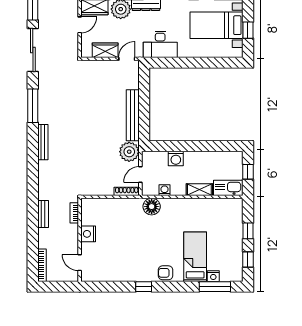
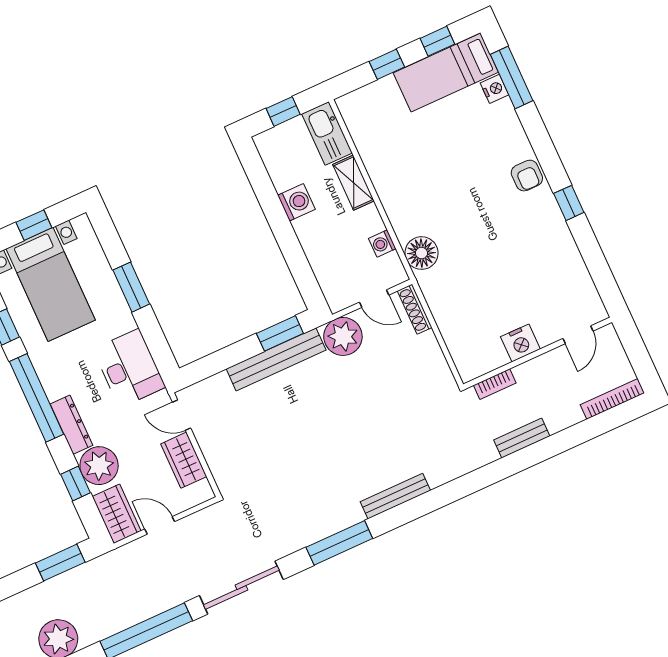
window: (198, 63) -> (131, 287), added
window: (144, 123) -> (280, 333), added
washing machine: (176, 159) -> (296, 202), moved
bed: (195, 257) -> (446, 73), moved

